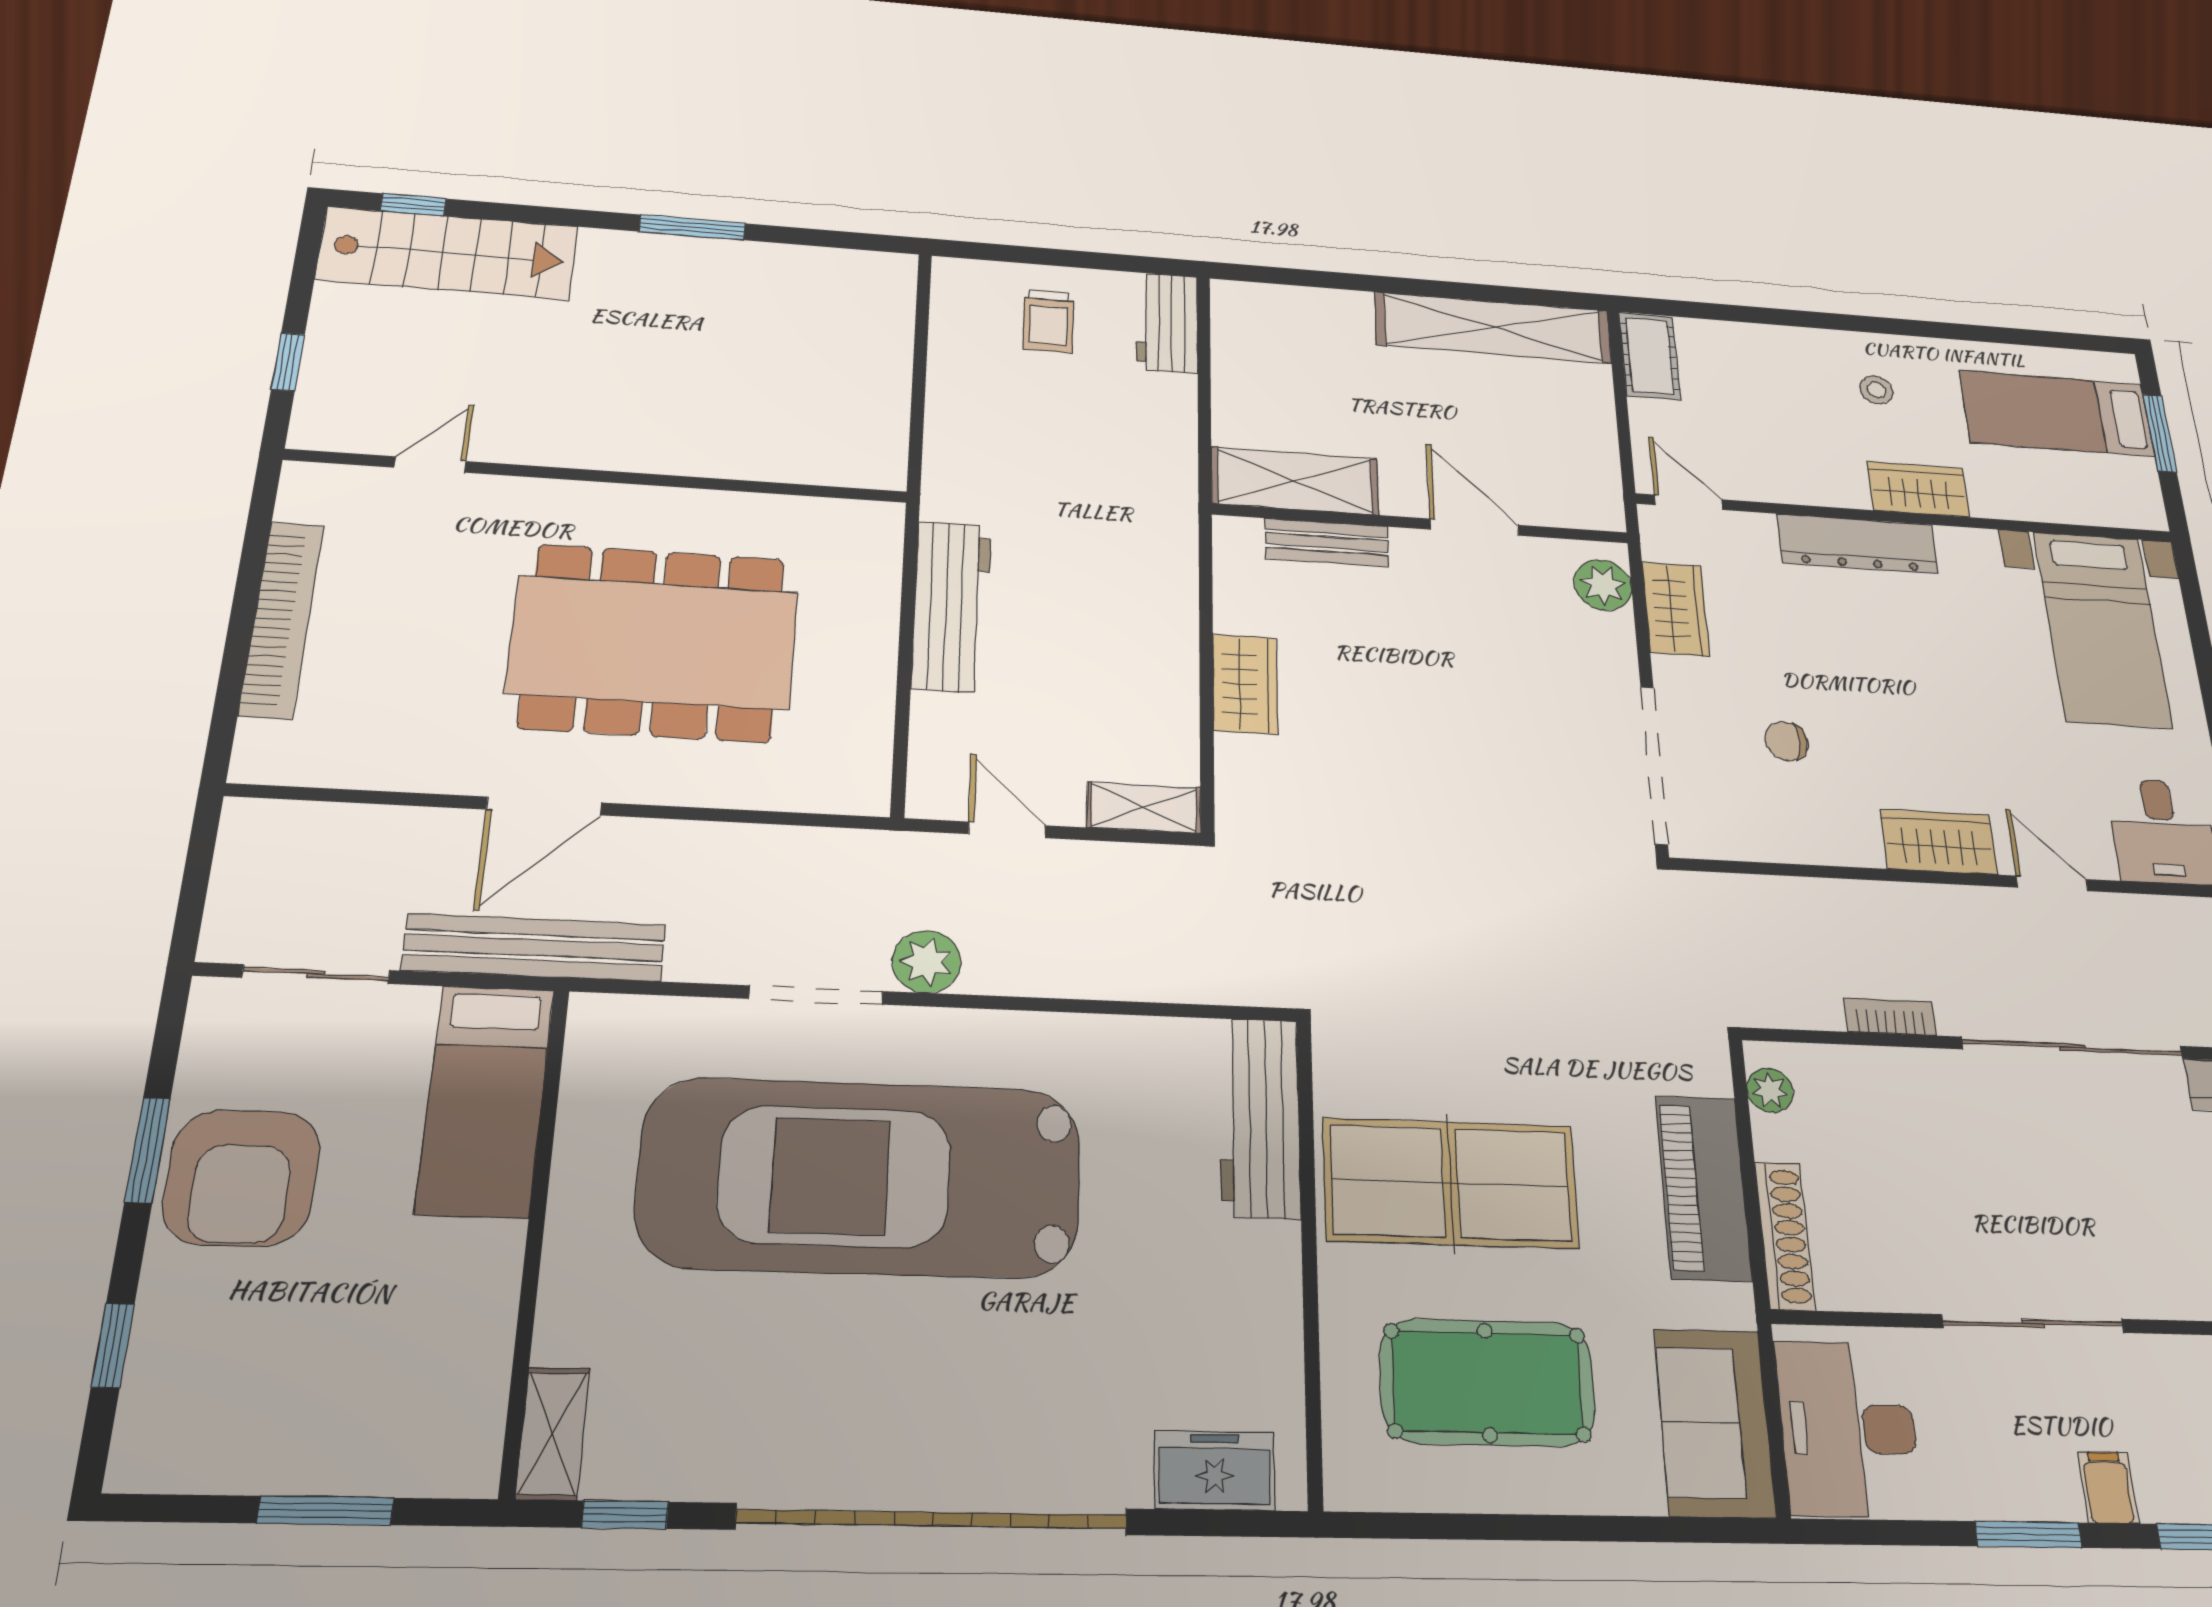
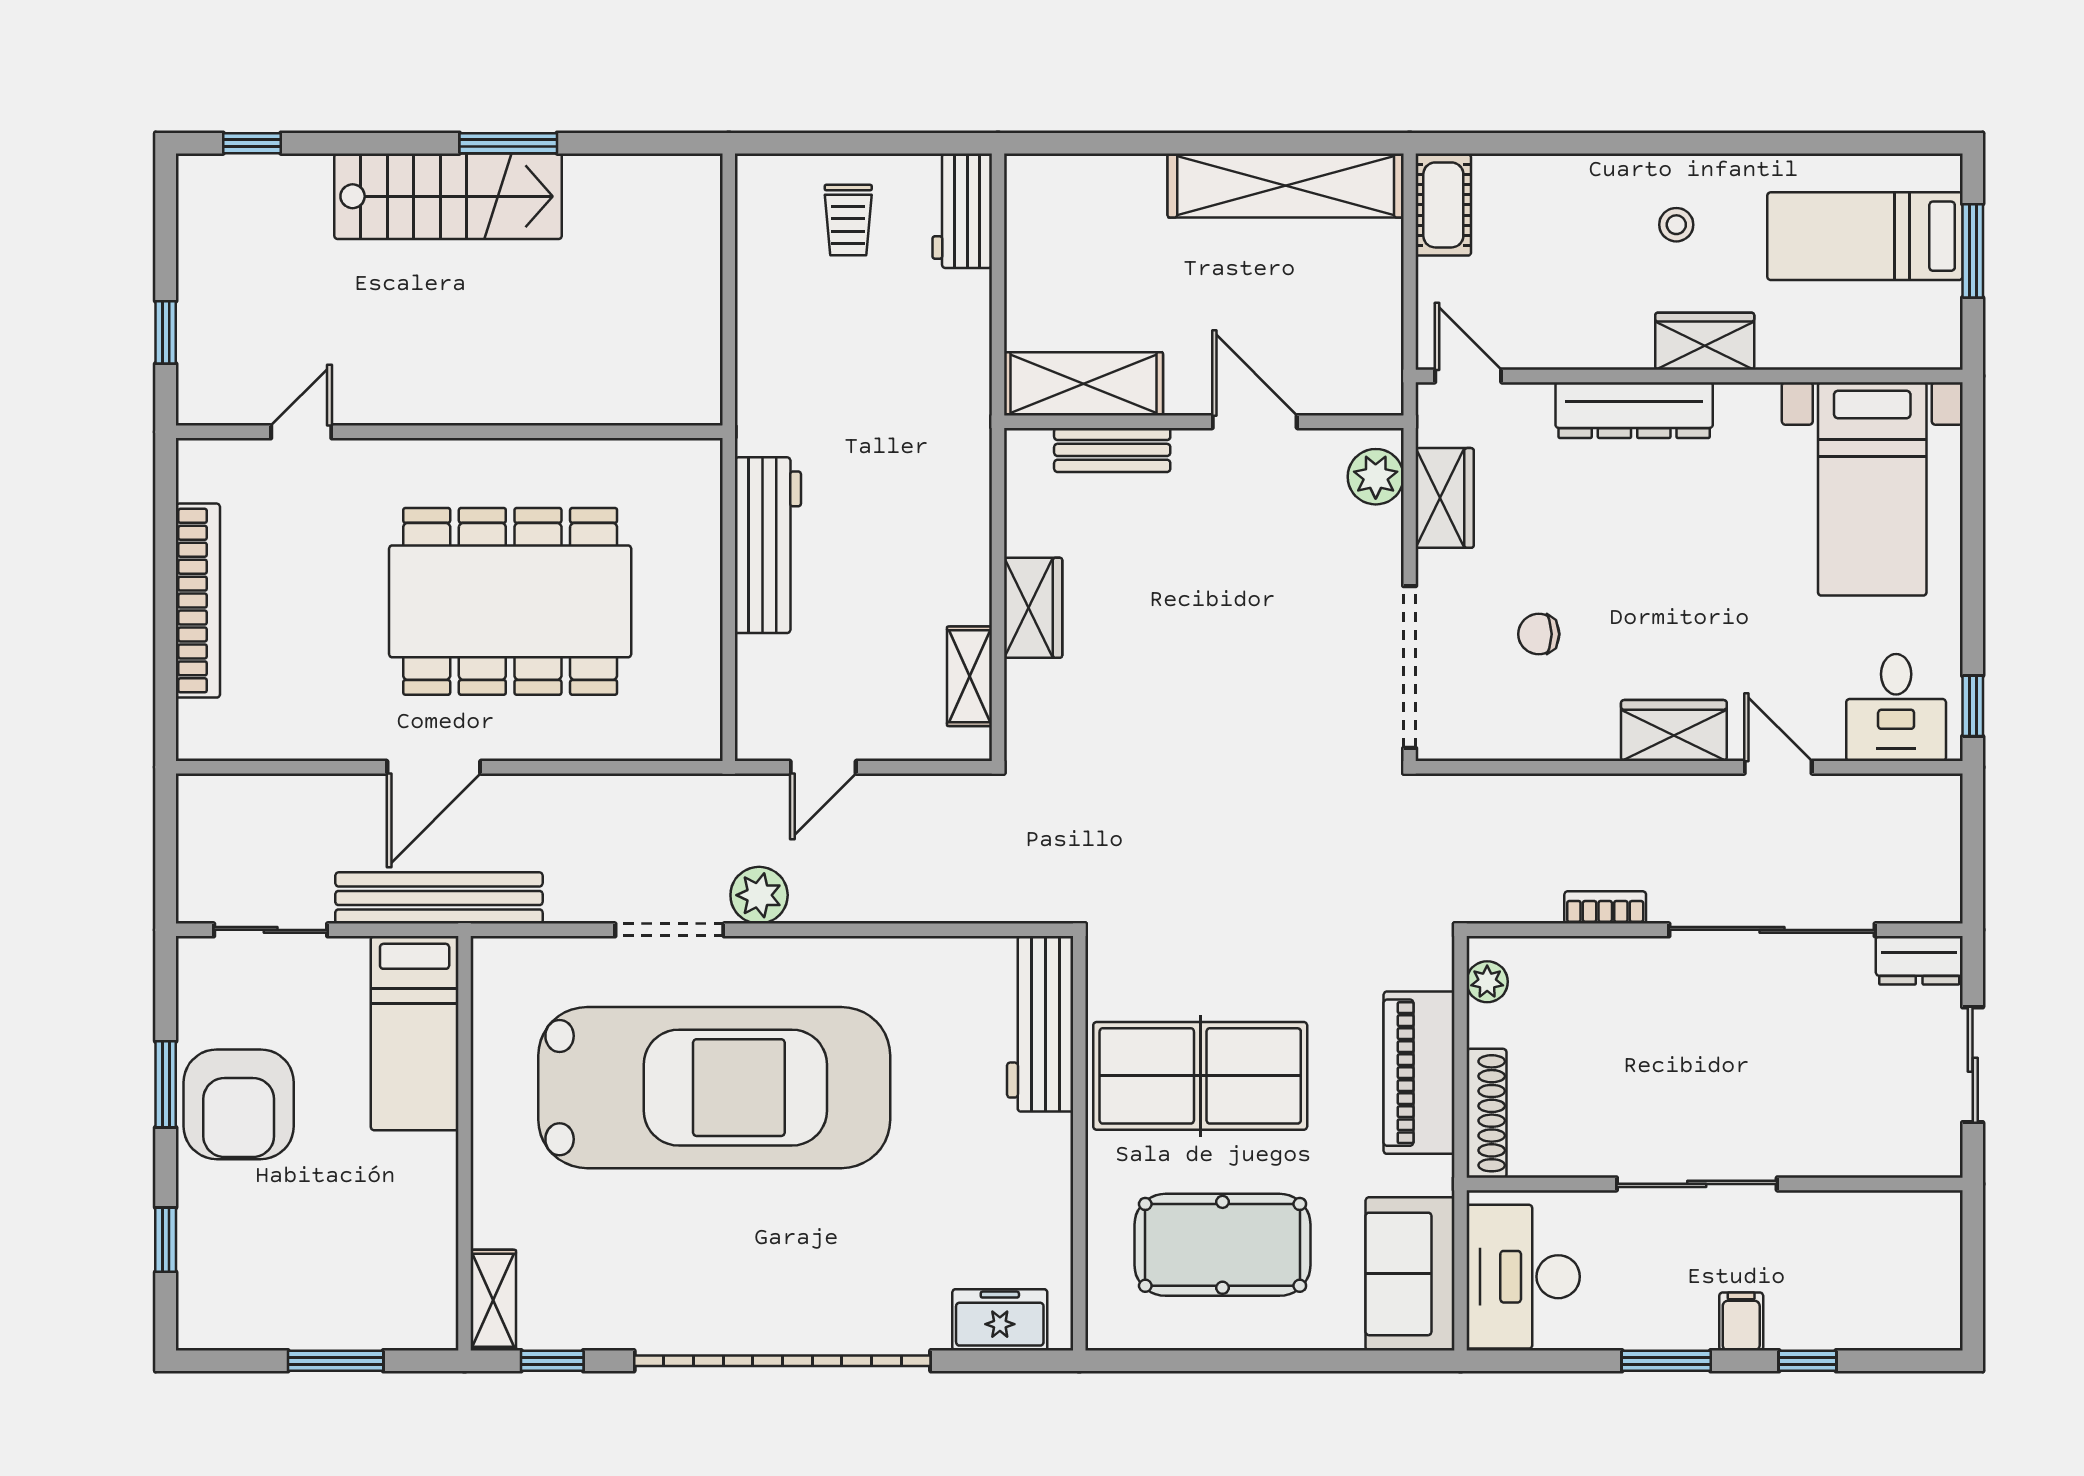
stairs: (448, 253) -> (448, 196), moved
shelving: (1144, 808) -> (969, 676), moved, turned 90
door: (1007, 830) -> (823, 767), swing flipped
car: (861, 1177) -> (714, 1088), turned 180

